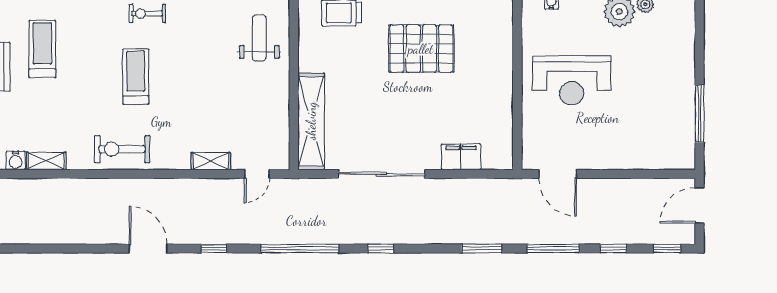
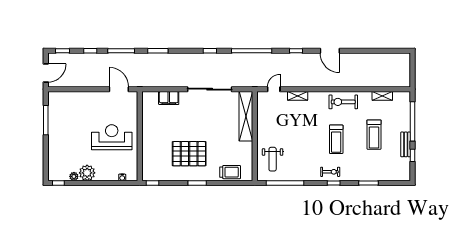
treadmill: (42, 49) -> (374, 135), moved
exercise bike: (122, 149) -> (343, 102), turned 180
water cooler: (16, 160) -> (398, 96), removed

